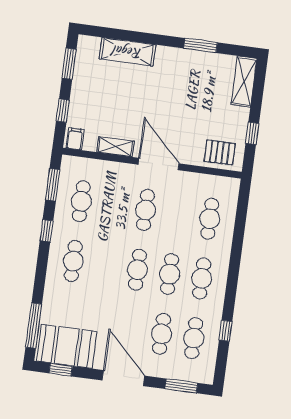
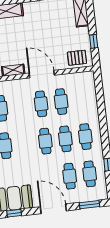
cafe table: (210, 219) -> (61, 102), moved

